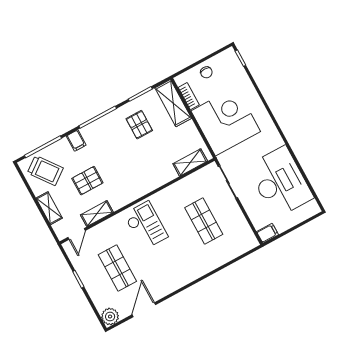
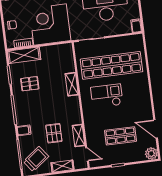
shelving: (190, 162) -> (72, 84), moved
shop shelf: (204, 221) -> (111, 65), width x2.00, depth x1.36
checkout: (146, 225) -> (107, 96), moved

